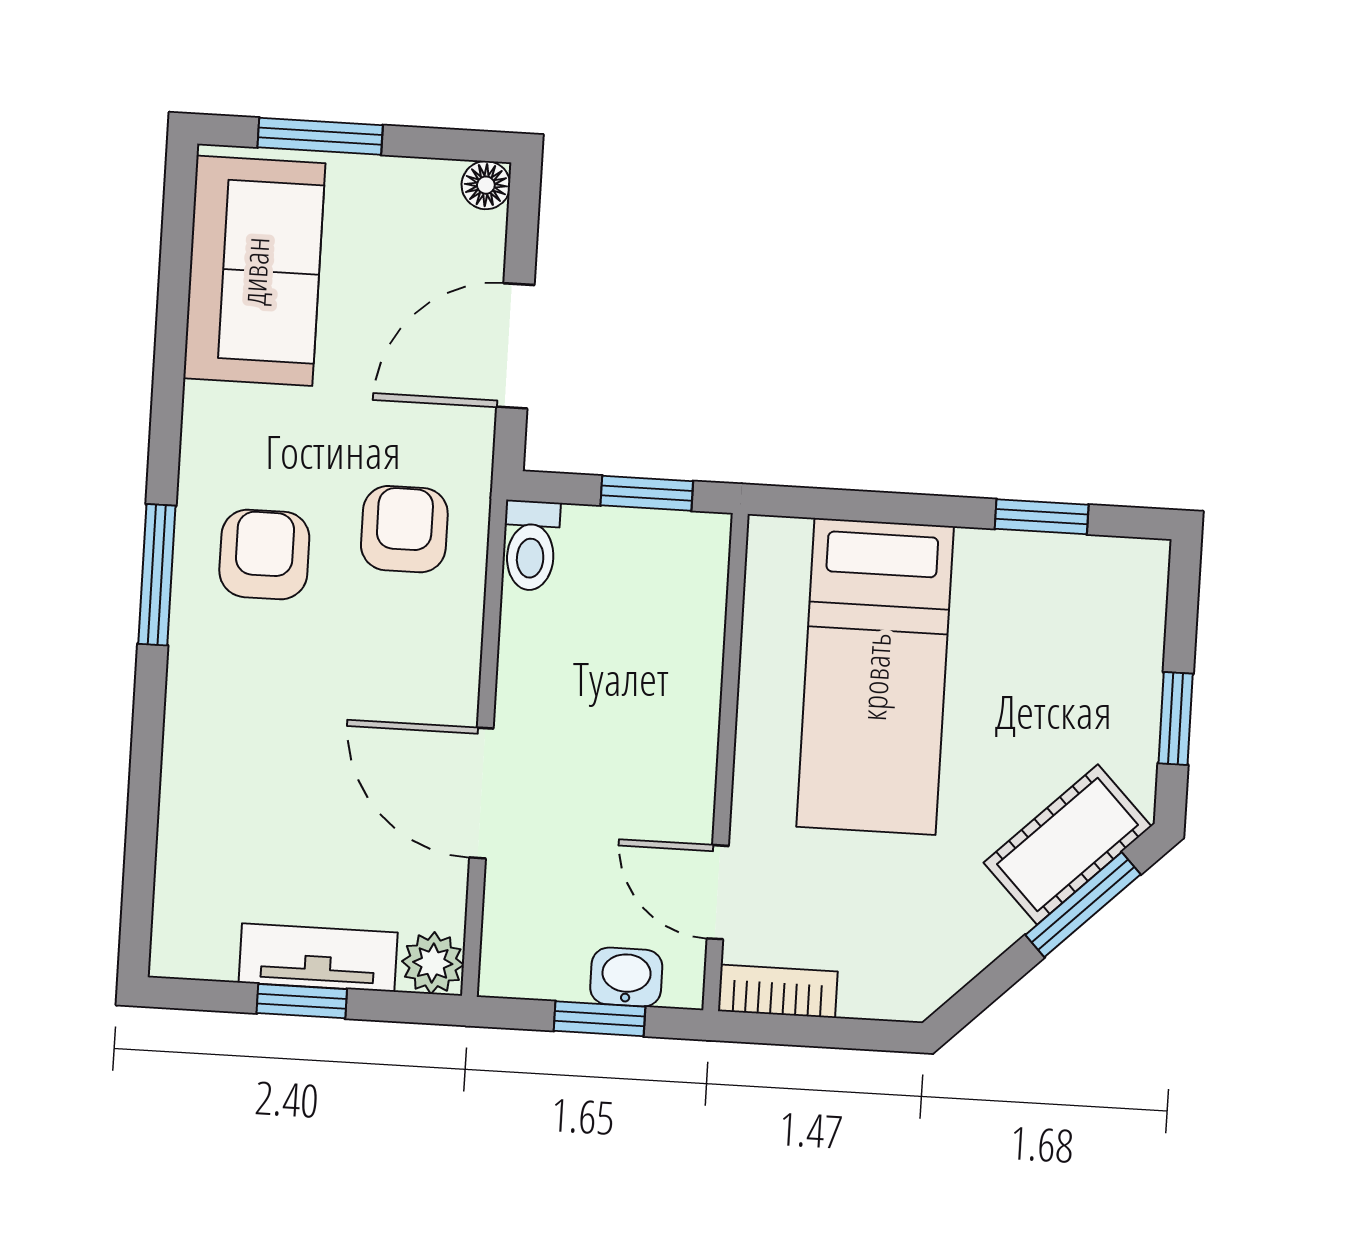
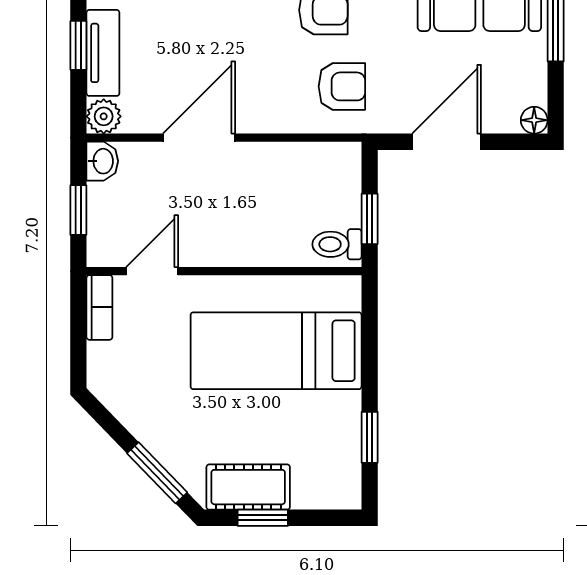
door: (515, 346) -> (447, 142), hinge flipped
toilet: (531, 546) -> (337, 244), moved
cot: (1068, 844) -> (248, 487), moved, turned -46
washbasin: (626, 977) -> (102, 161), moved

